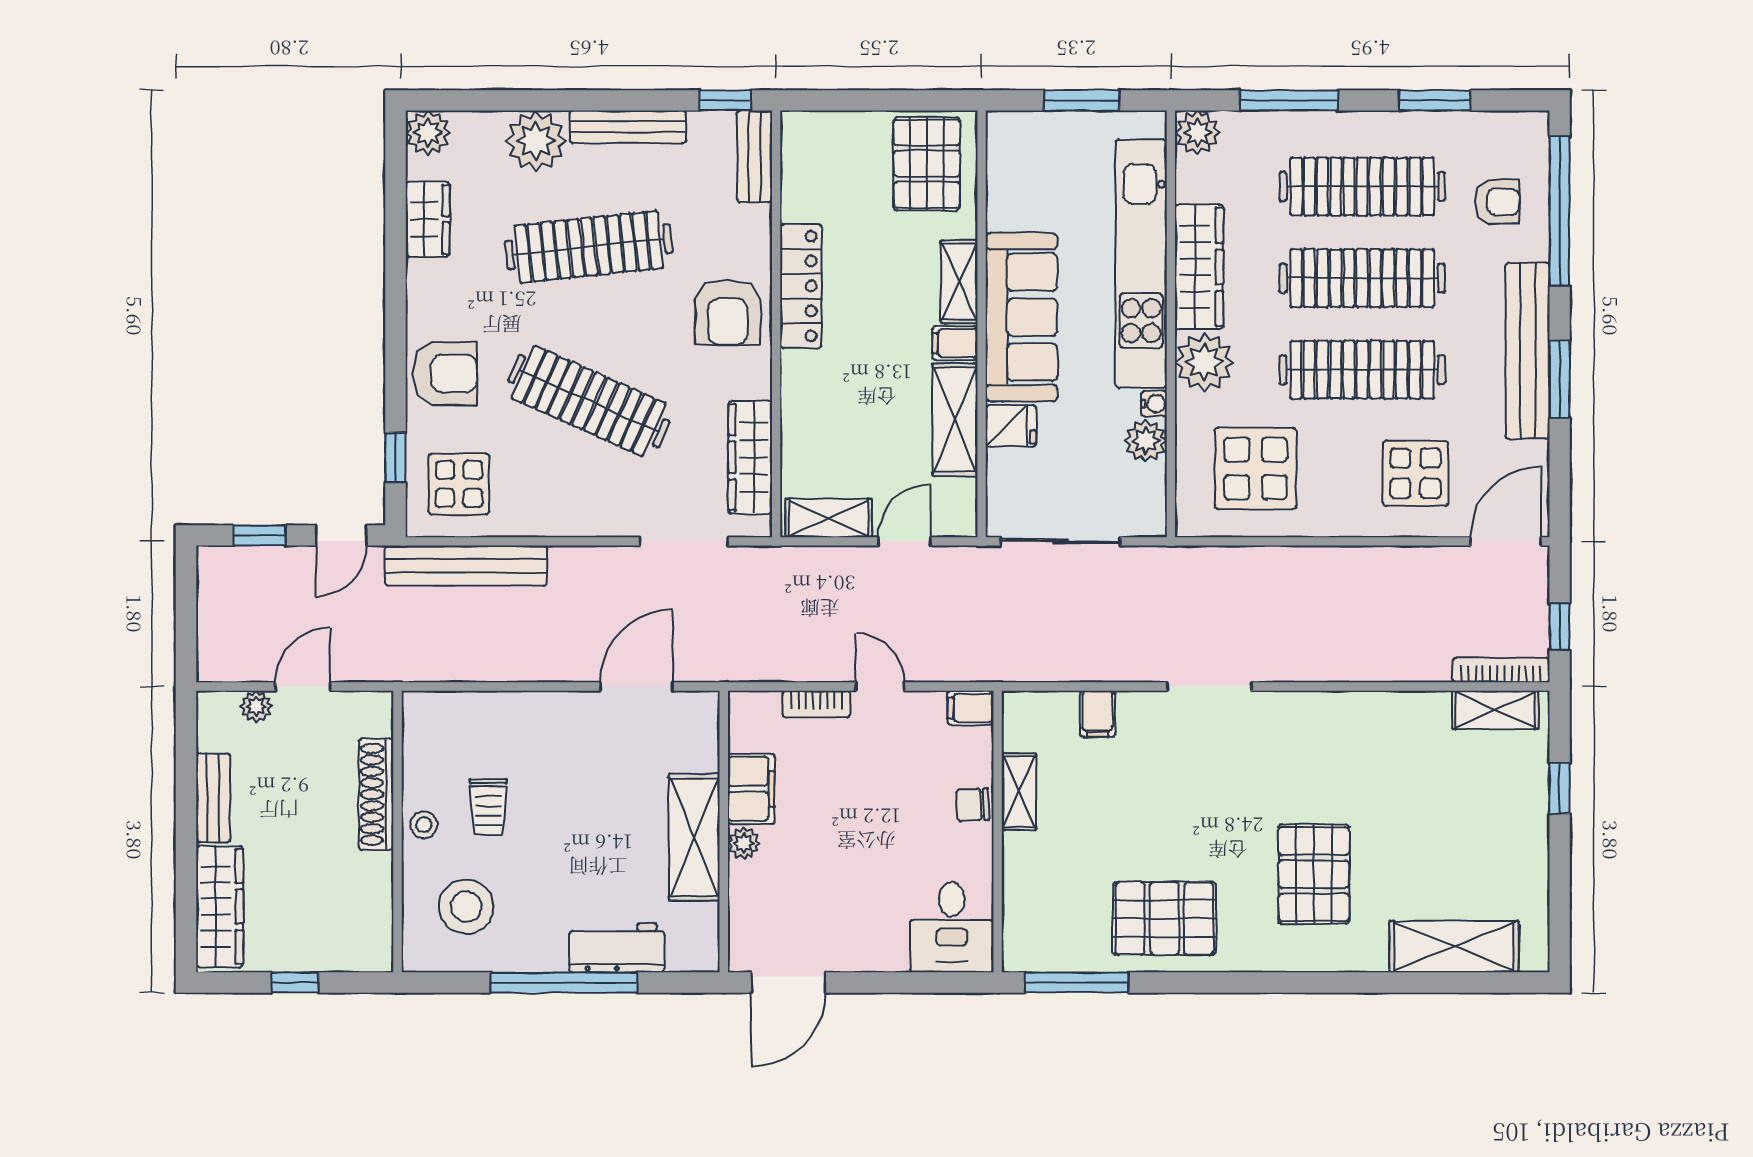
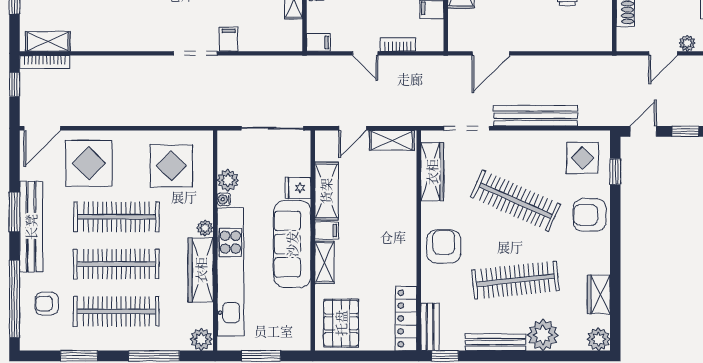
locker: (801, 286) -> (406, 319), moved
plant: (1204, 362) -> (205, 228), width x0.53, depth x0.53
display table: (1415, 473) -> (89, 163), width x1.36, depth x1.36
bench: (466, 566) -> (536, 116), moved
filing cabinet: (1098, 714) -> (229, 39), moved

